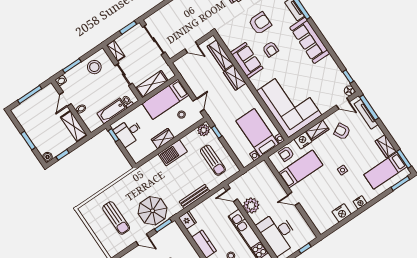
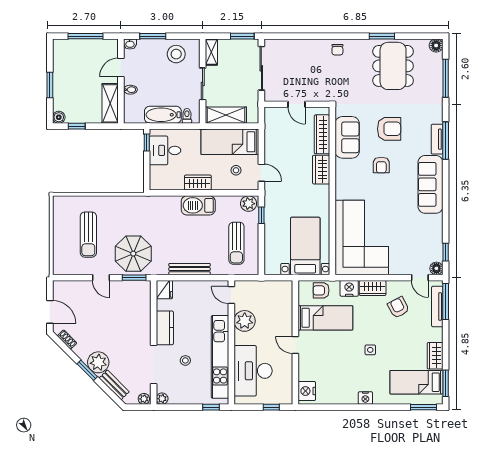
sofa: (247, 60) -> (347, 137), moved
door: (198, 105) -> (261, 173), hinge flipped
nightstand: (342, 213) -> (307, 391), moved, turned 90

